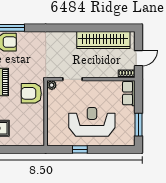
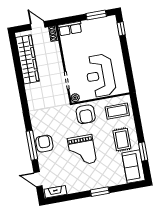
reception desk: (92, 122) -> (100, 76), moved
coffee table: (29, 129) -> (117, 111), added
window: (80, 149) -> (121, 29), moved

